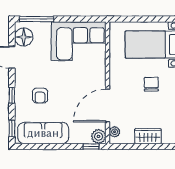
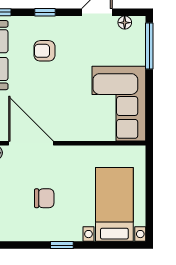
floor lamp: (24, 37) -> (125, 23), width x0.53, depth x0.53
chair: (151, 84) -> (44, 198), moved

